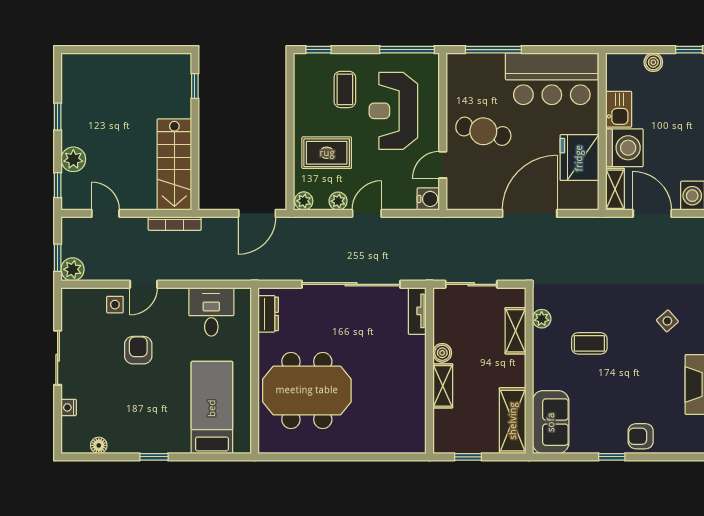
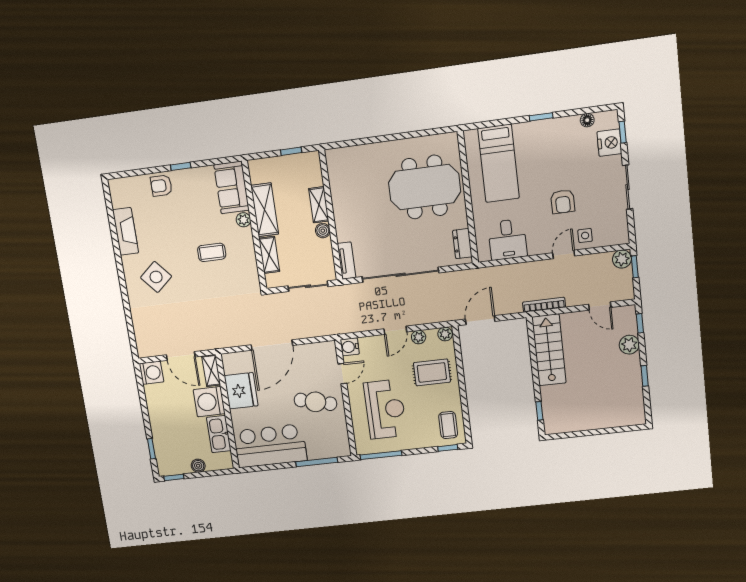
coffee table: (345, 89) -> (448, 425), moved
kitchen sink: (619, 109) -> (219, 434), width x1.38
plant: (542, 319) -> (243, 220), moved
side table: (667, 321) -> (156, 277), width x1.87, depth x1.87
nightstand: (69, 407) -> (609, 143), width x1.89, depth x1.79
shelving: (513, 421) -> (265, 210), moved
window: (58, 425) -> (623, 132), added
armchair: (641, 436) -> (161, 186), turned 180

